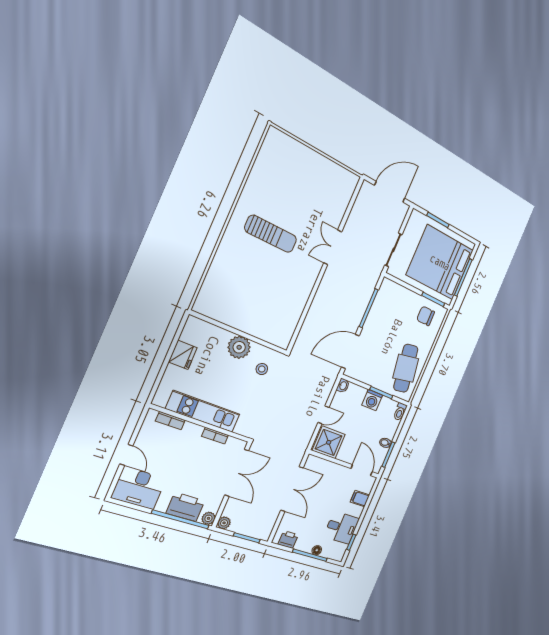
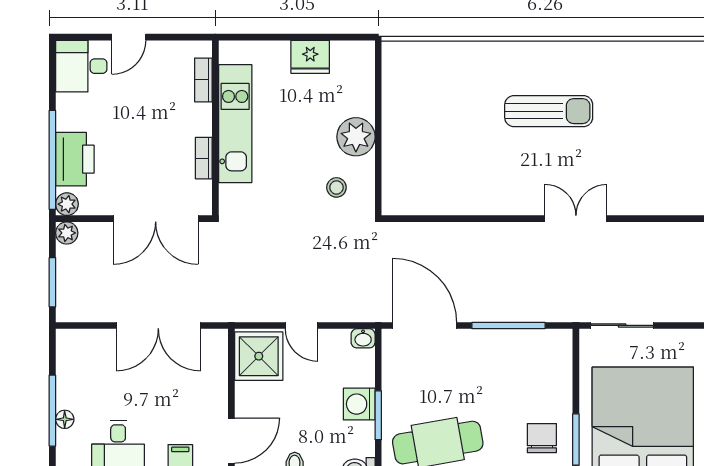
sun lounger: (271, 234) -> (549, 111), turned -90
desk: (139, 488) -> (83, 66), width x0.73
printer: (288, 540) -> (69, 357), removed

